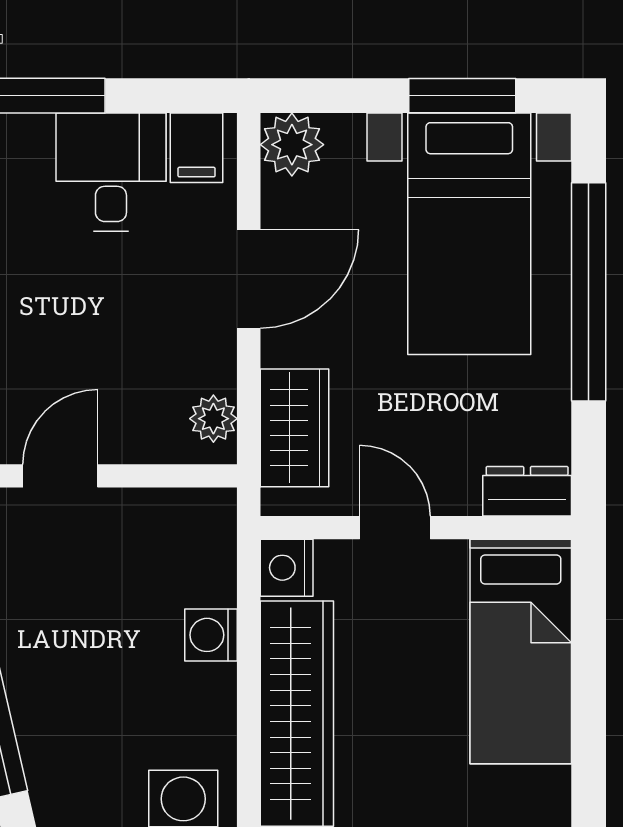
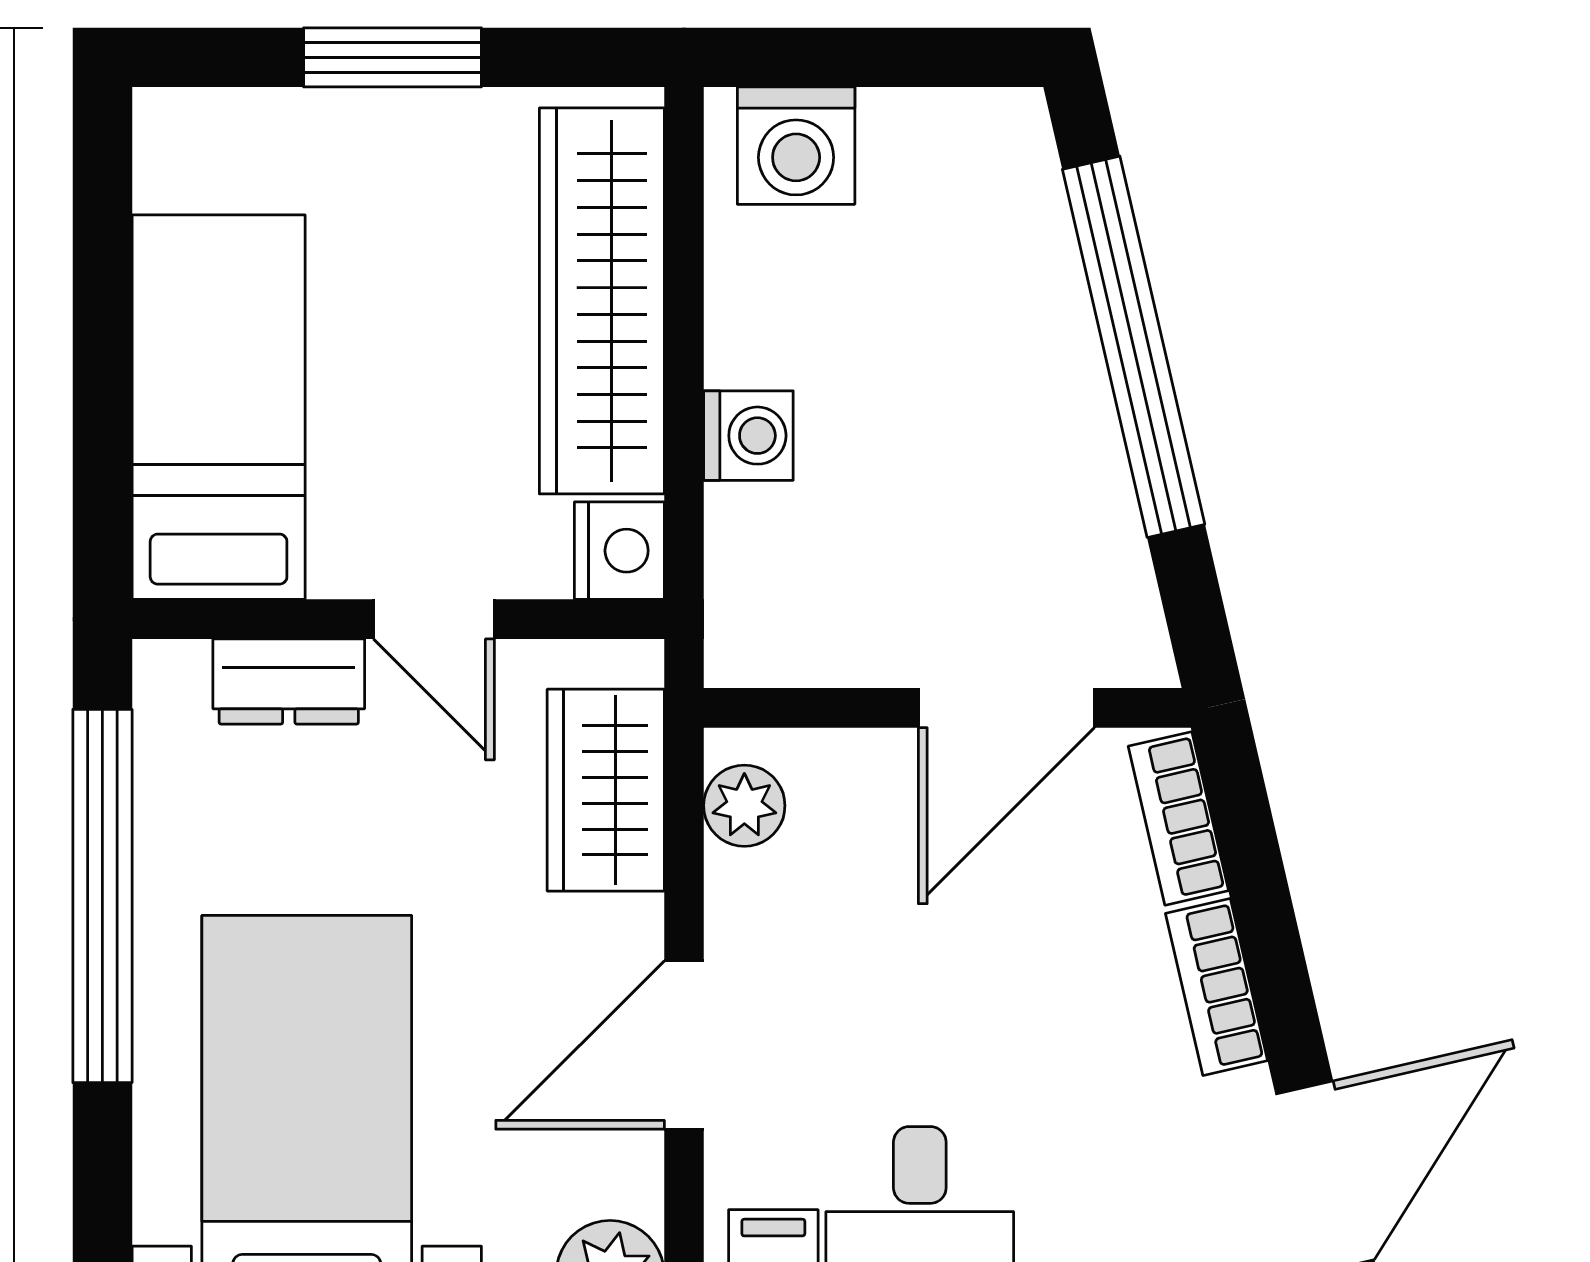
window: (589, 292) -> (102, 896), moved
door: (60, 476) -> (1006, 708), width x1.38
dresser: (527, 491) -> (289, 682), moved

